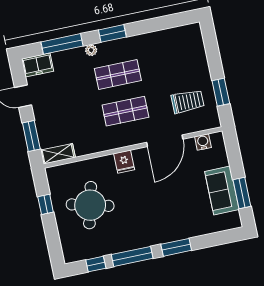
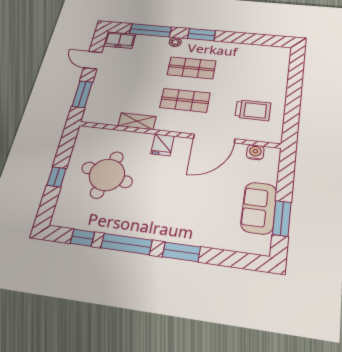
window: (221, 92) -> (292, 112), removed
shelving: (58, 154) -> (137, 121), moved
window: (46, 204) -> (56, 177), moved

